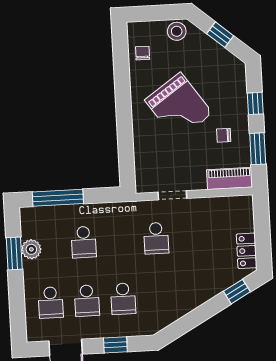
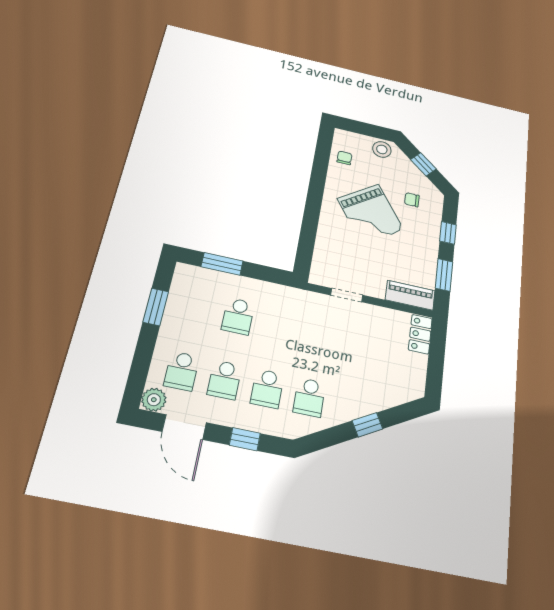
chair: (224, 135) -> (412, 200), moved
window: (58, 198) -> (222, 264), width x0.69
school desk: (156, 238) -> (309, 397), moved
plant: (31, 249) -> (154, 400), moved
locker: (247, 251) -> (420, 334), moved
window: (237, 292) -> (367, 425), moved

